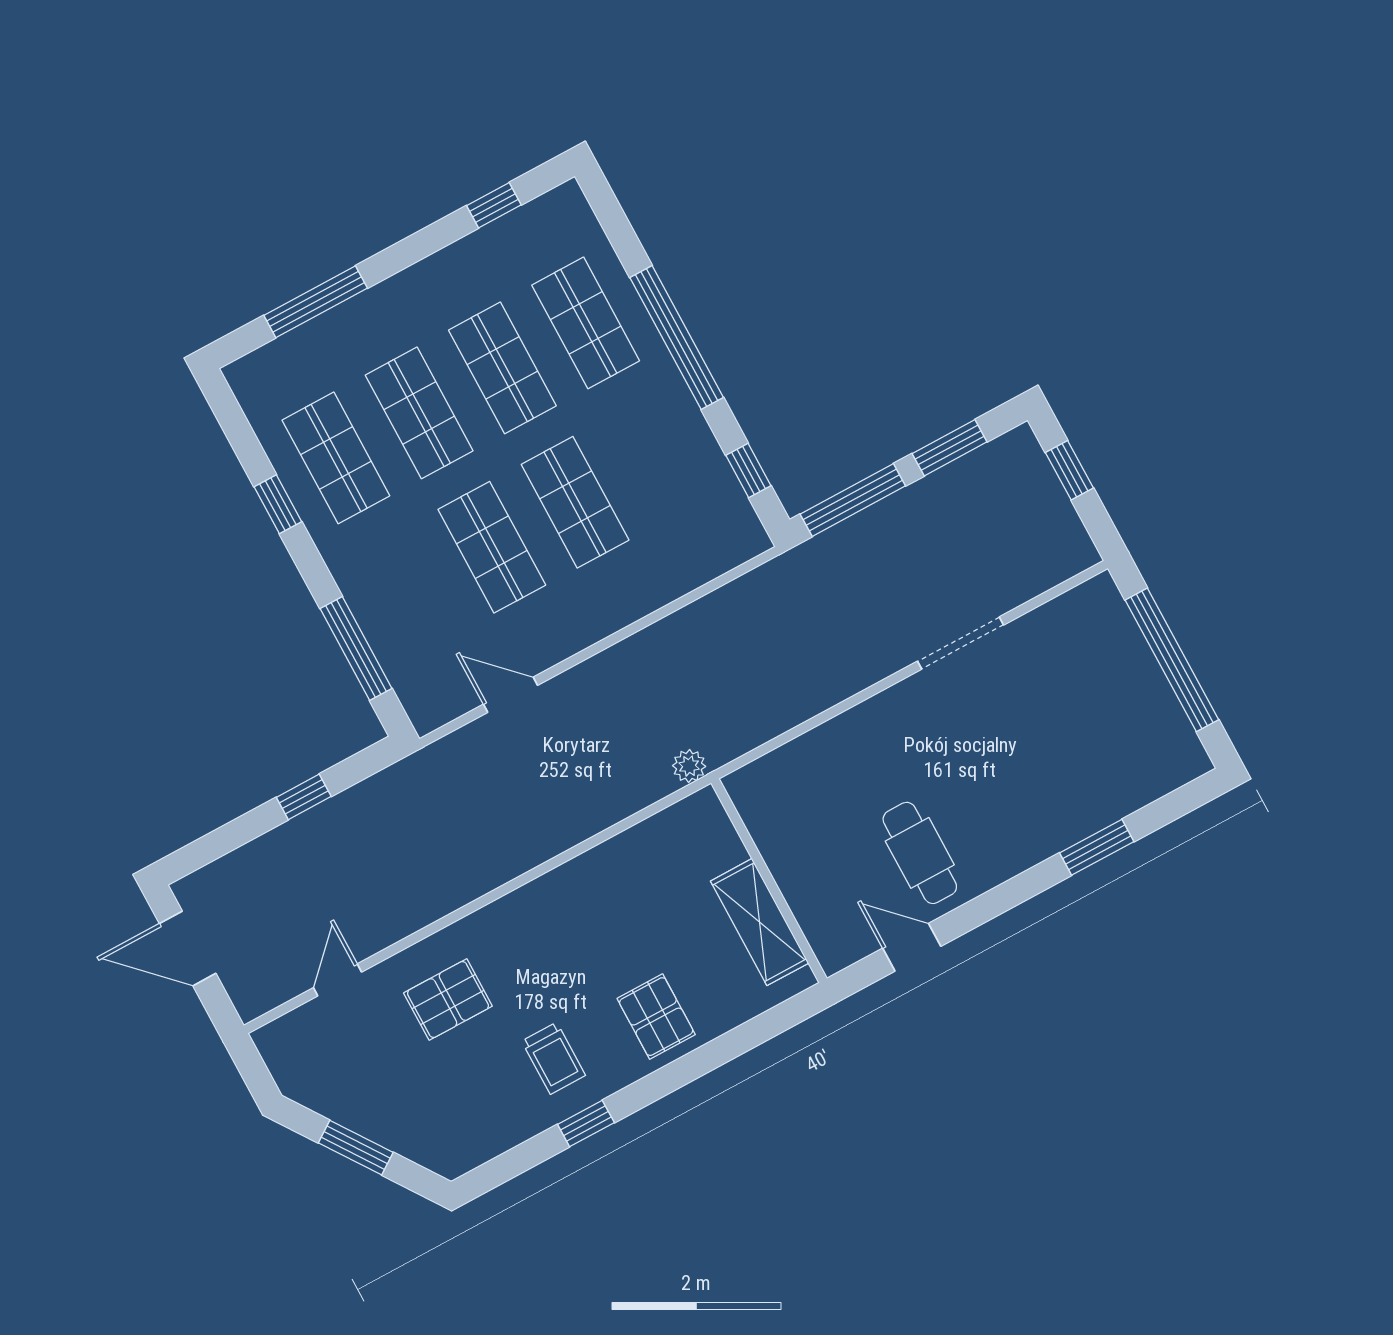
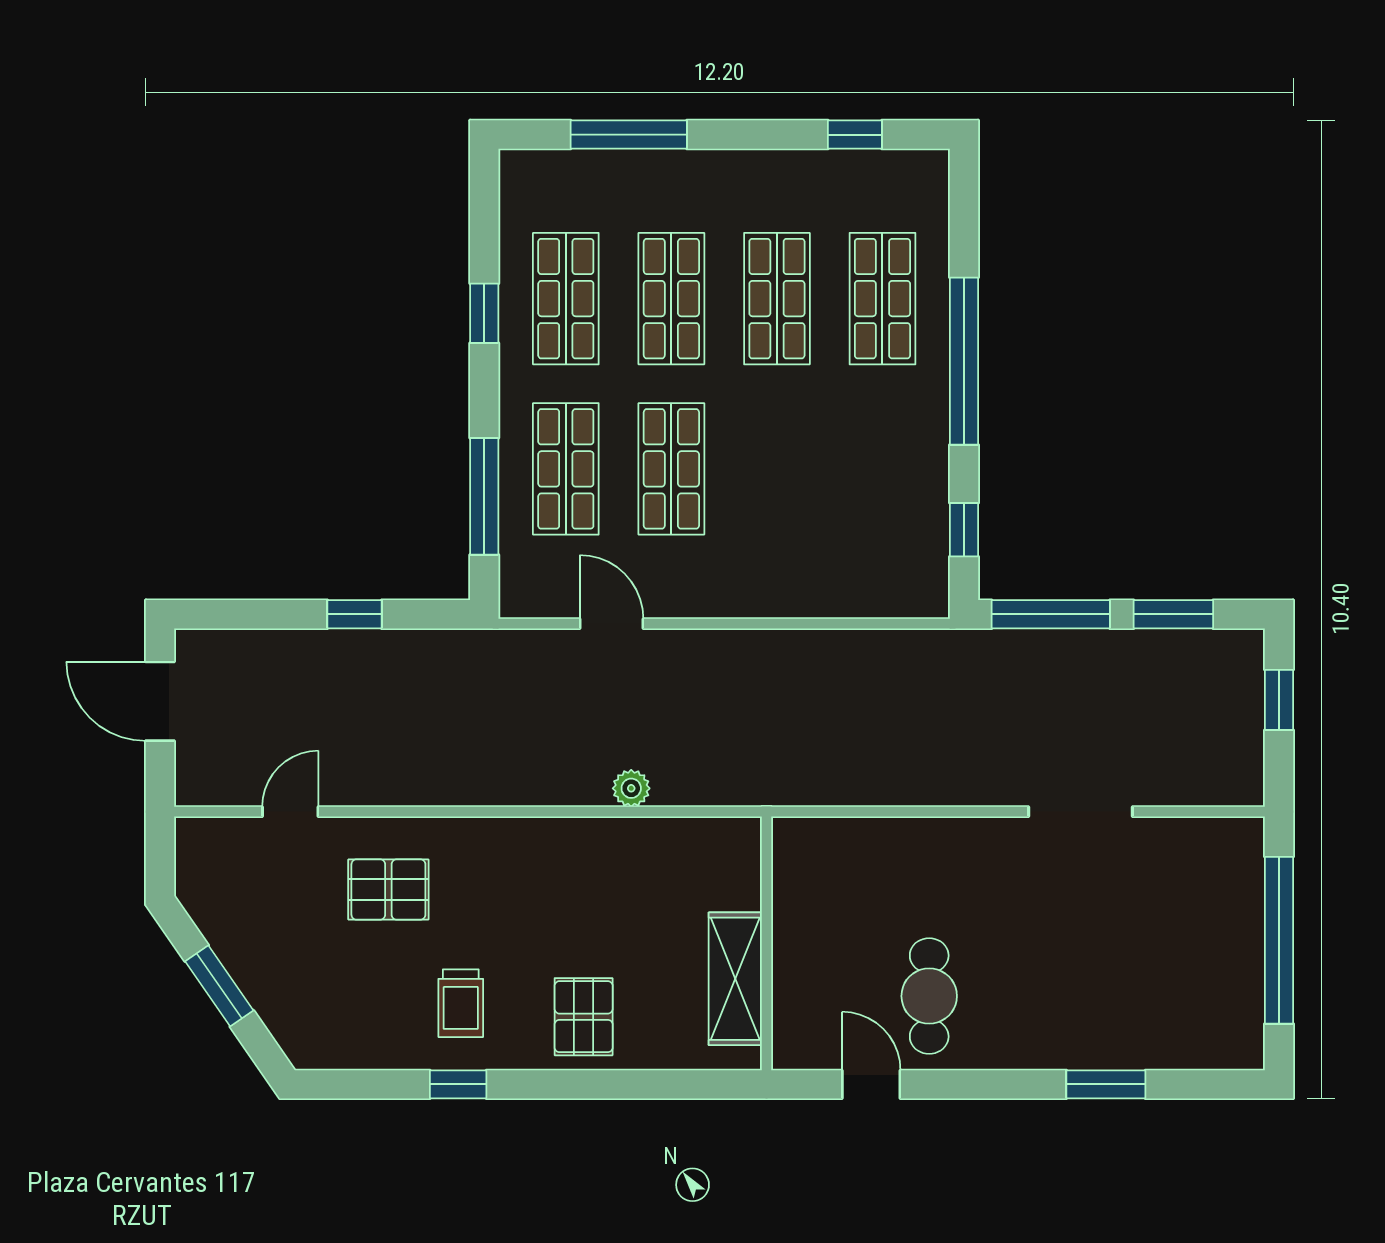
shop shelf: (575, 502) -> (566, 469), moved
plant: (689, 766) -> (631, 788), moved

